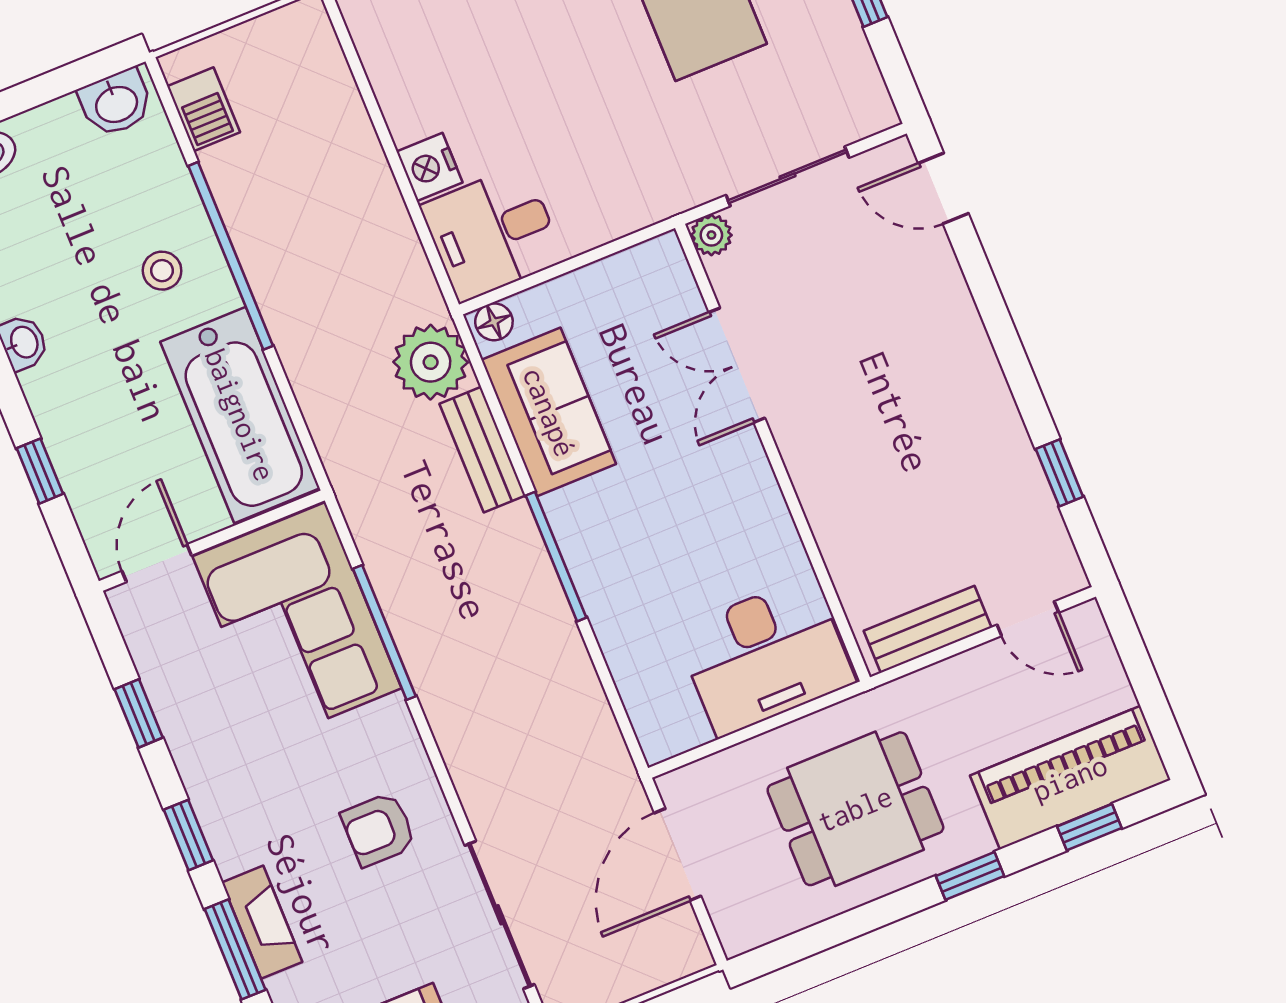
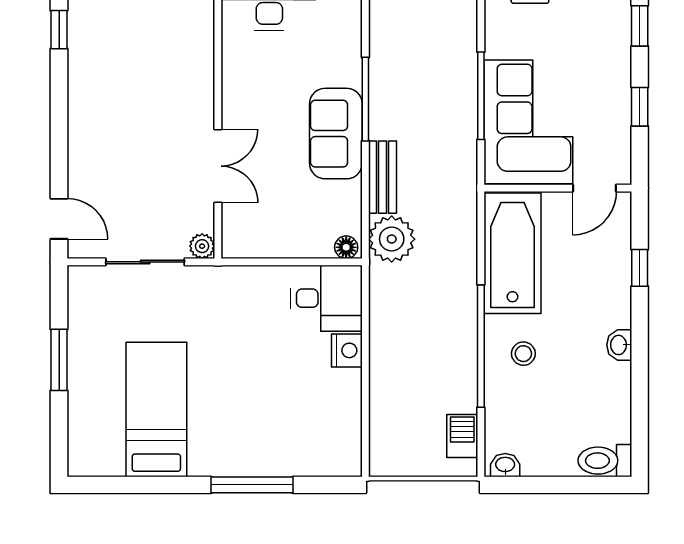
washbasin: (116, 103) -> (505, 465), width x0.72, depth x0.69
sofa: (549, 412) -> (336, 134), moved

